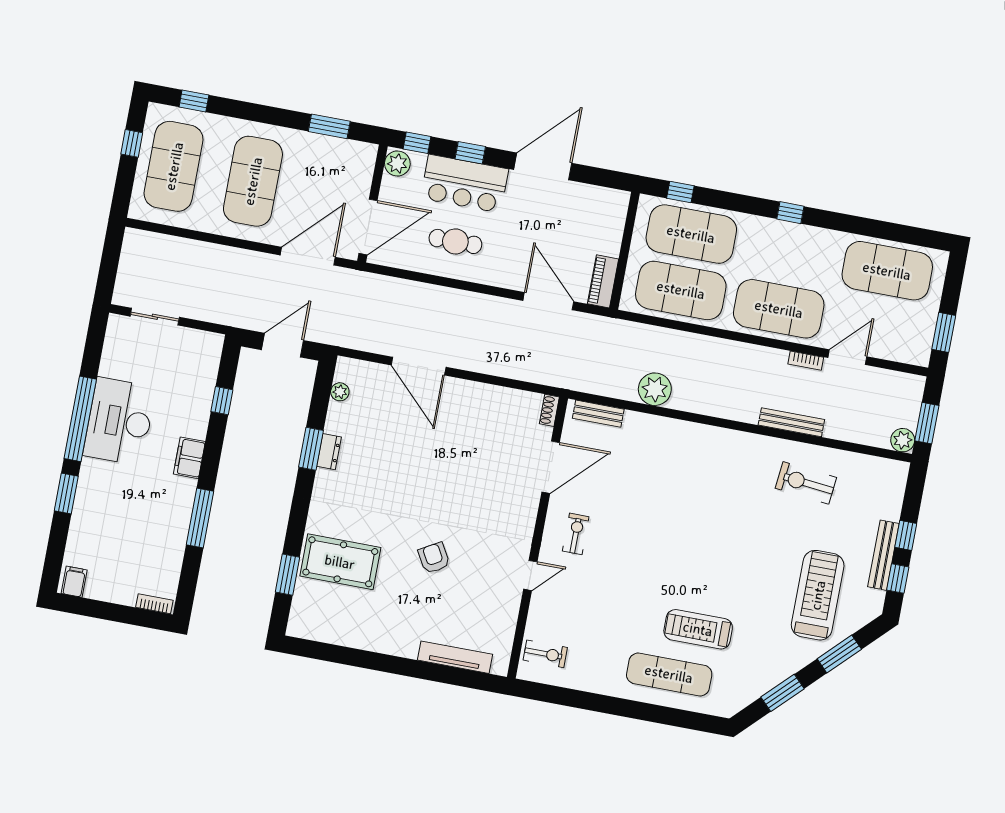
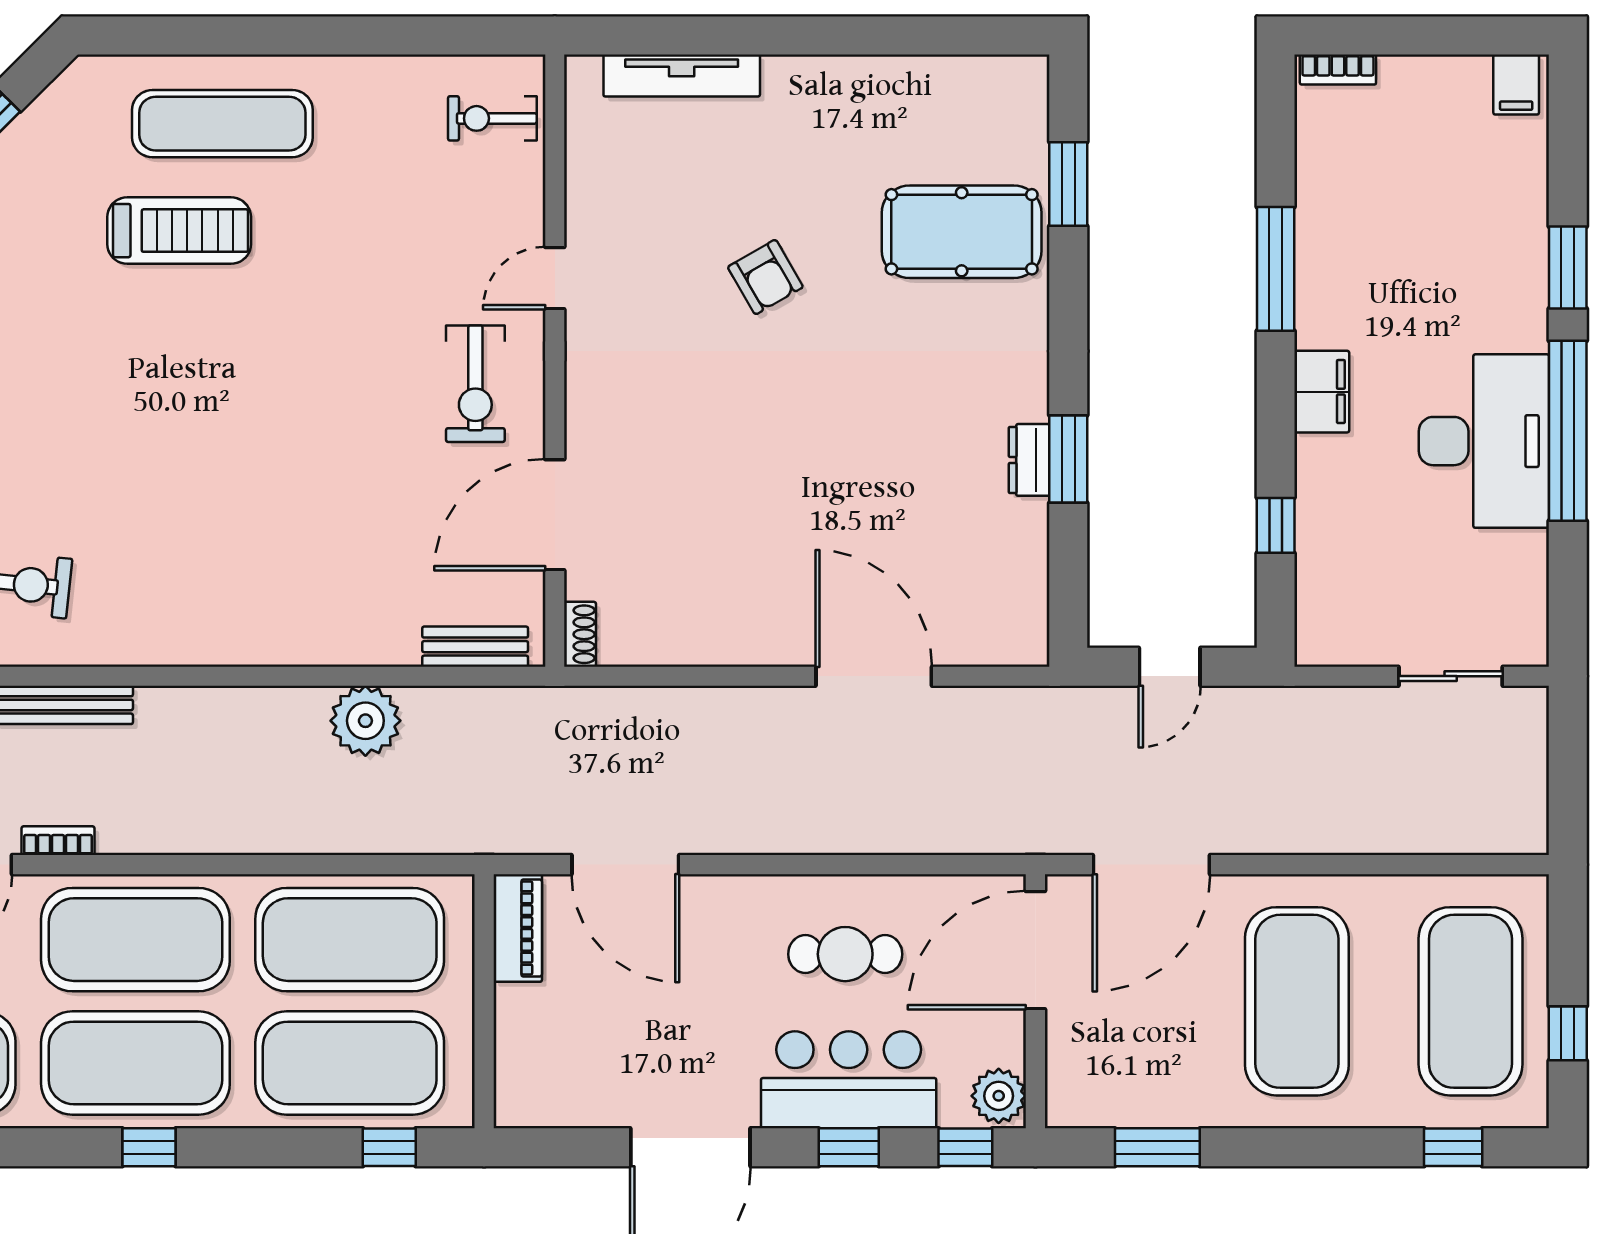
exercise mat: (789, 252) -> (135, 1063), added
door: (282, 345) -> (1170, 667), width x0.73
plant: (340, 392) -> (1030, 591), removed
exercise bike: (576, 534) -> (475, 384), width x1.38, depth x1.39

